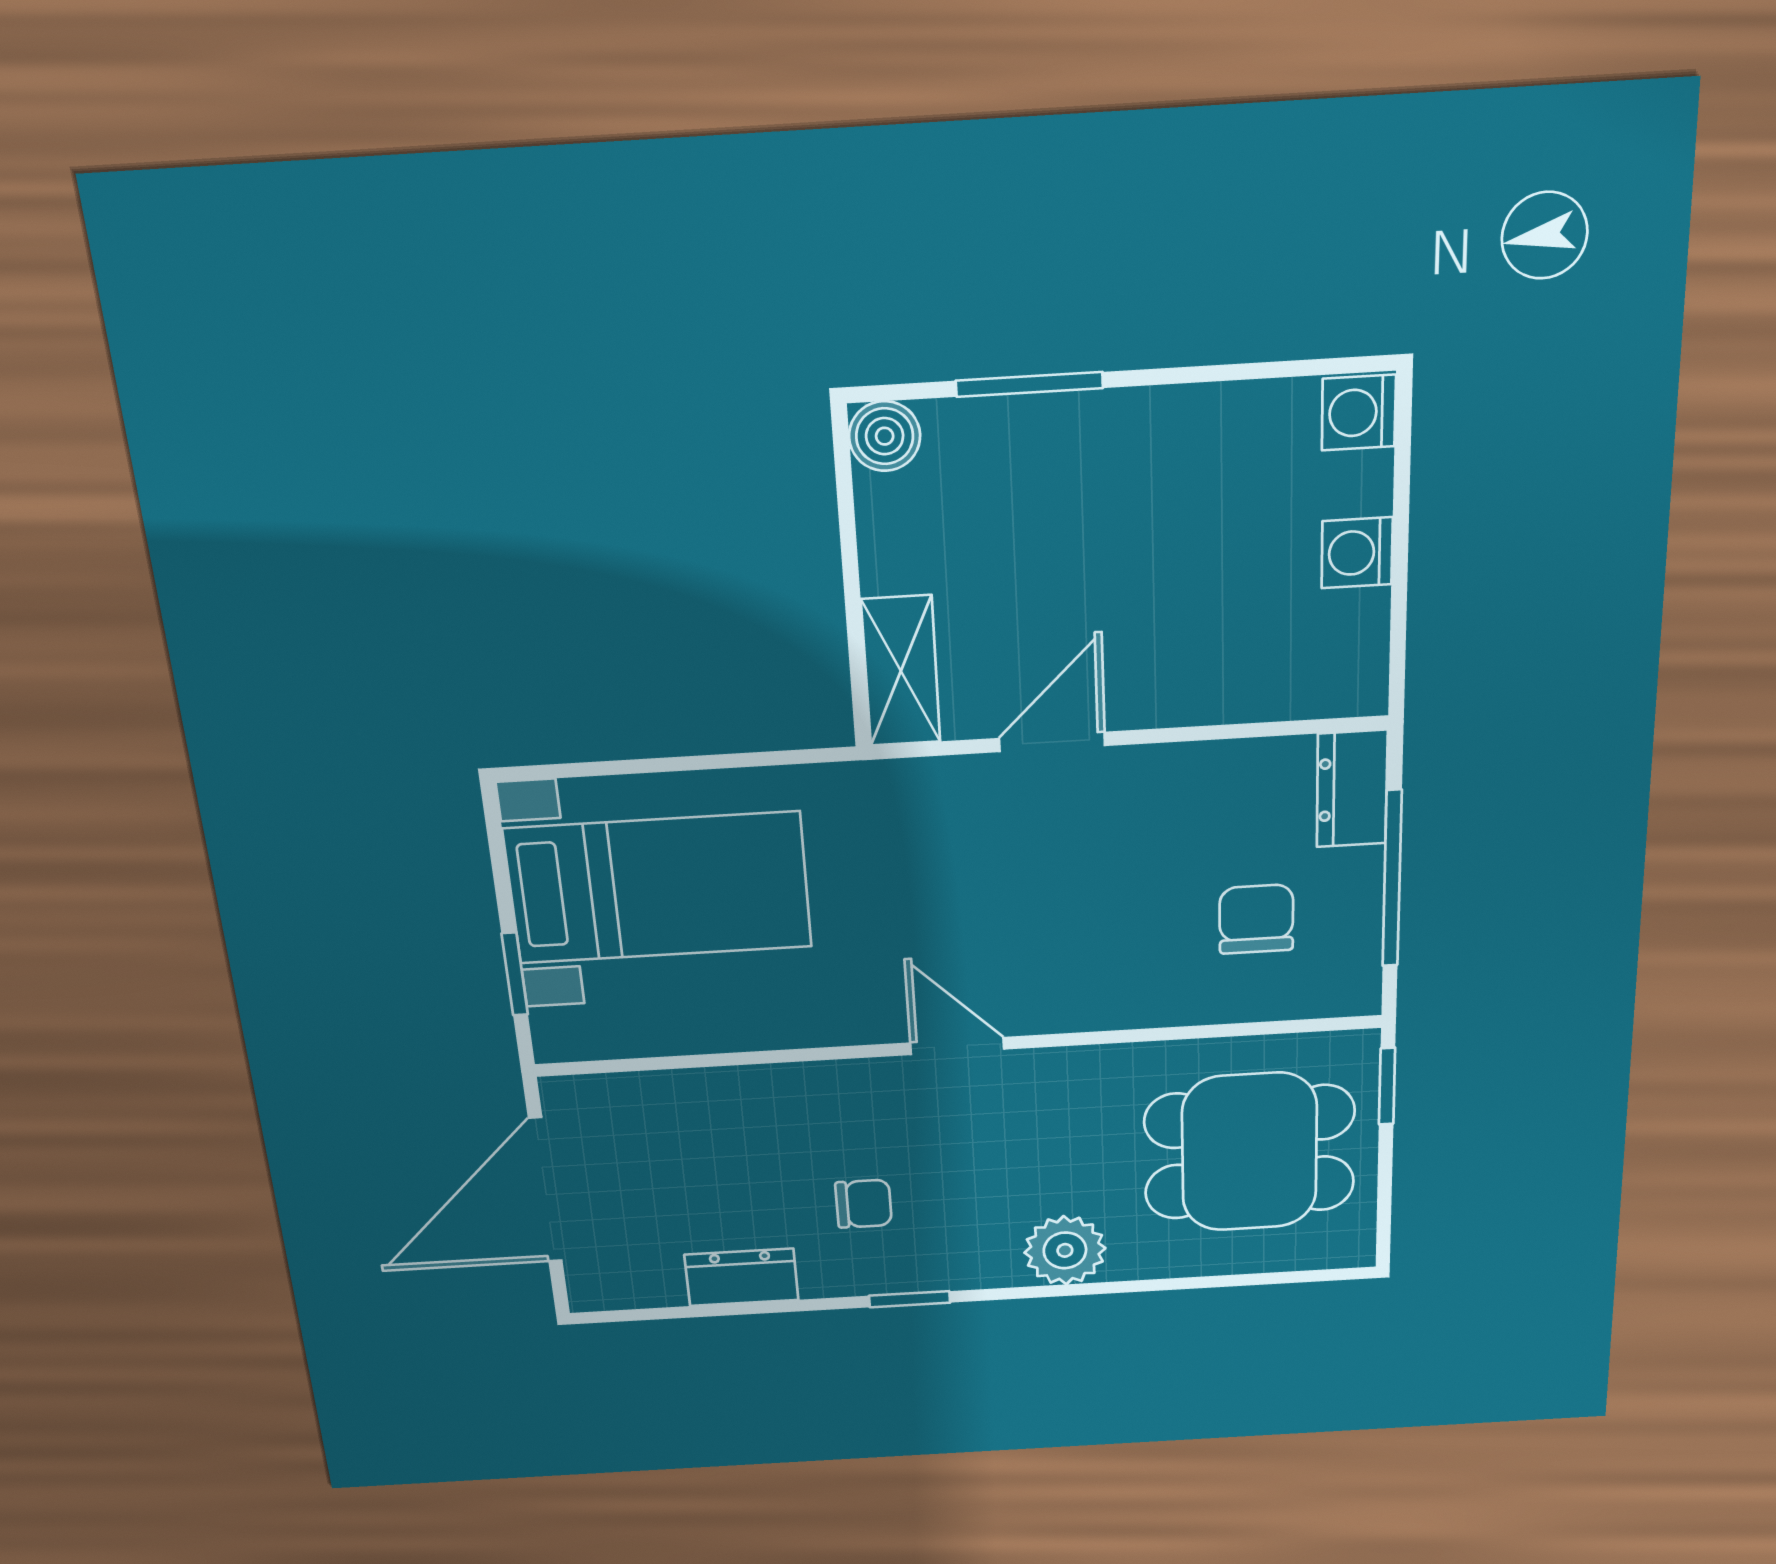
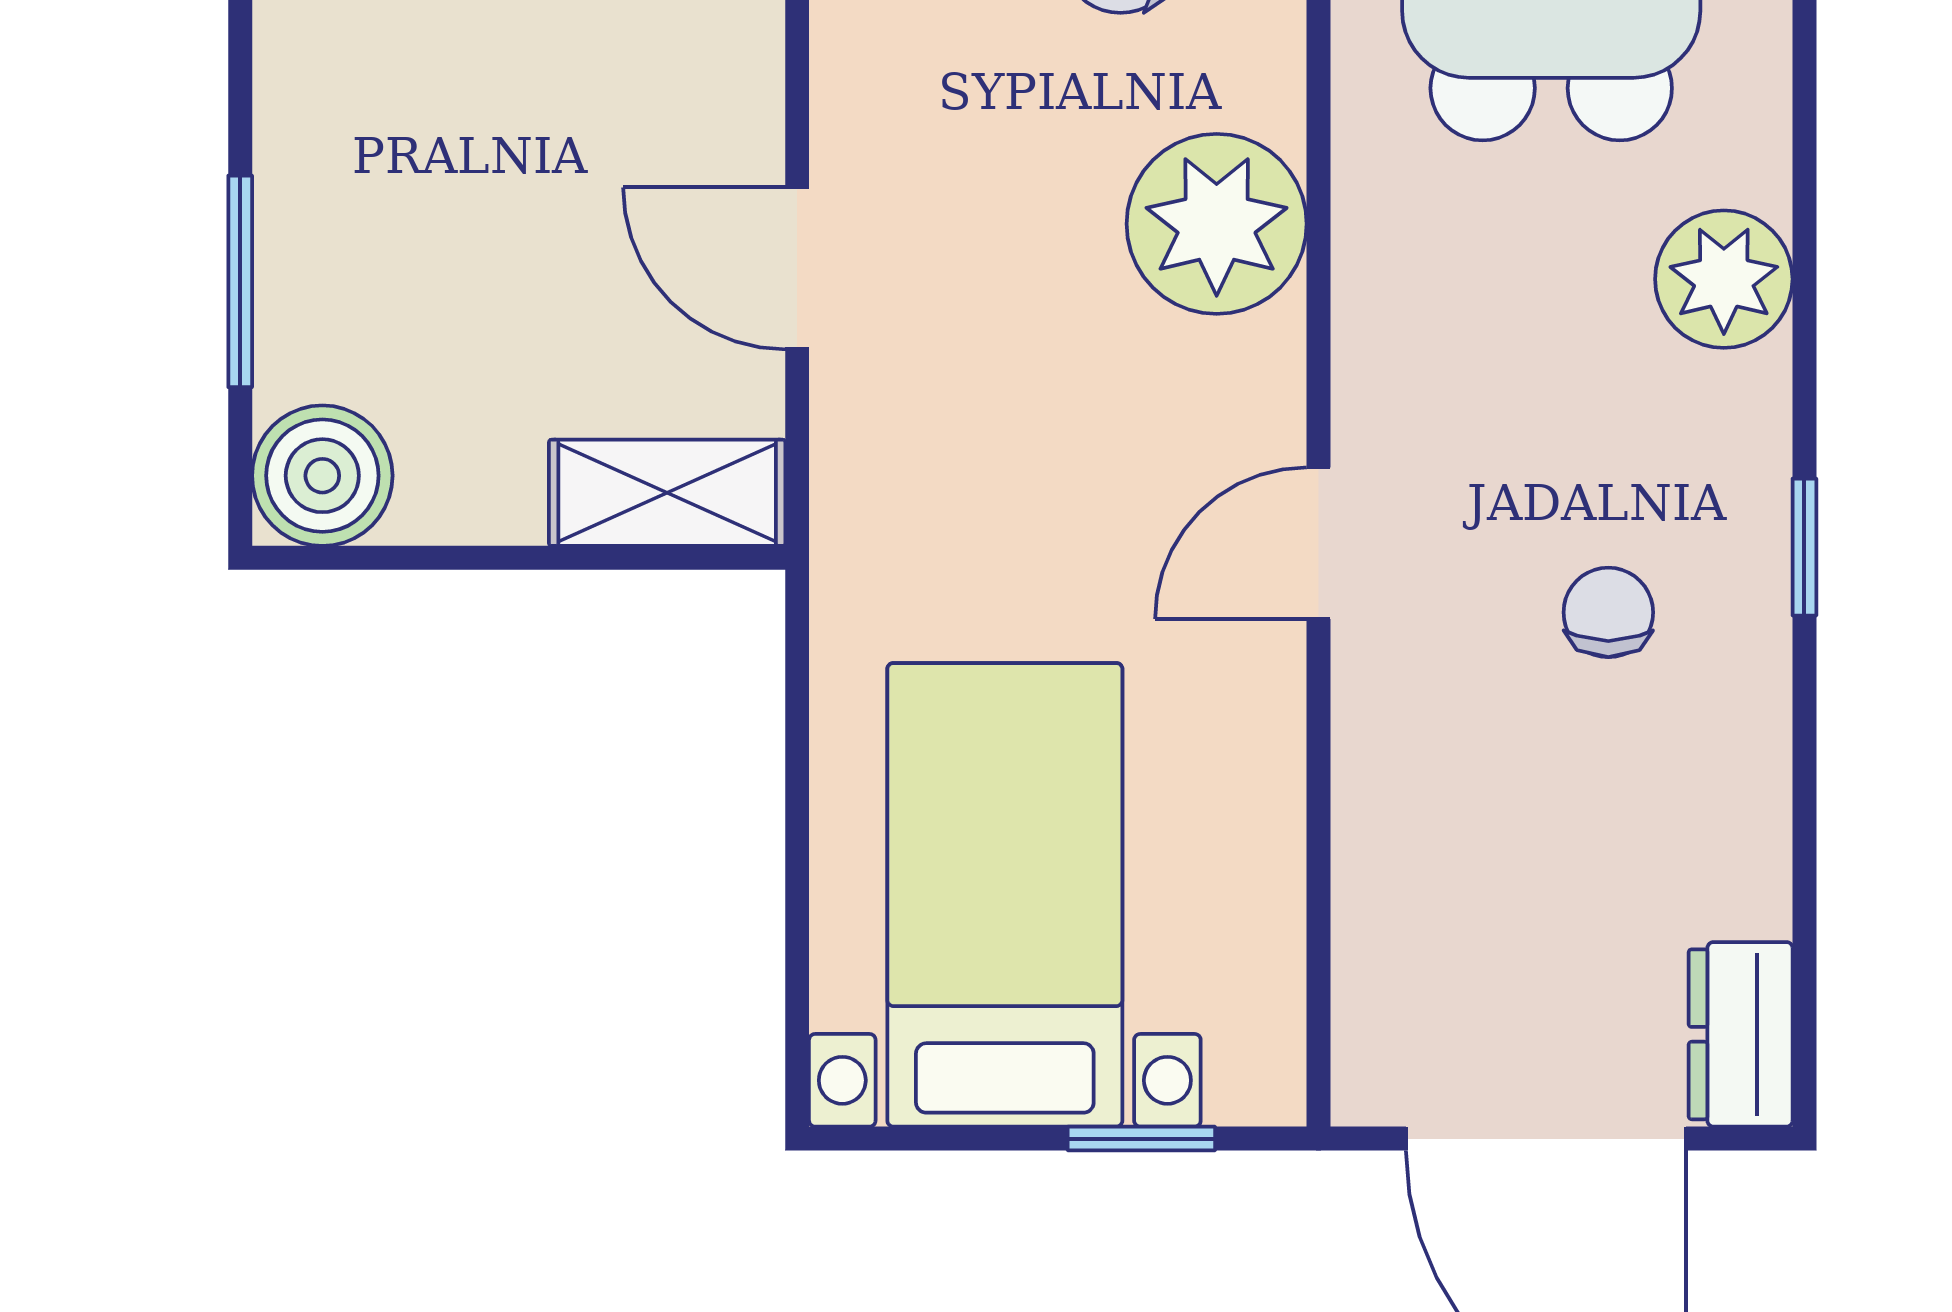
boiler: (885, 436) -> (322, 476), width x1.36, depth x1.36
plant: (1089, 983) -> (1217, 224), added
door: (957, 1046) -> (1319, 543), moved
dresser: (742, 1277) -> (1741, 1034), moved

